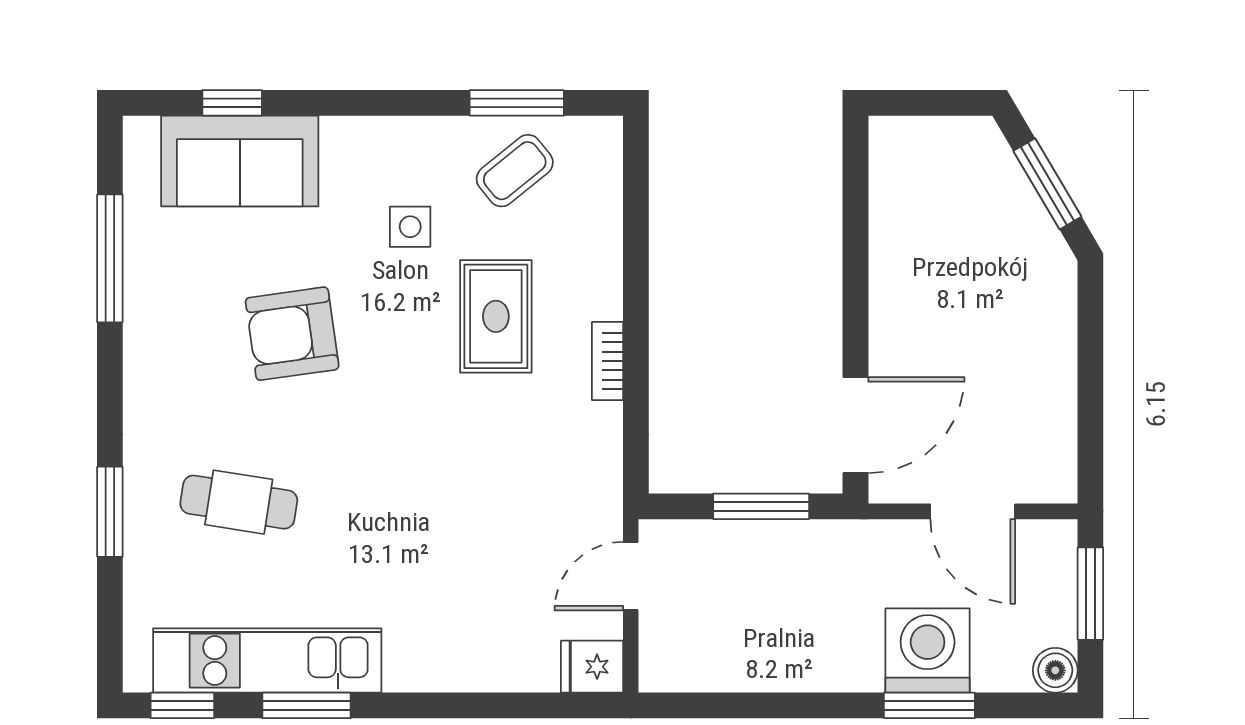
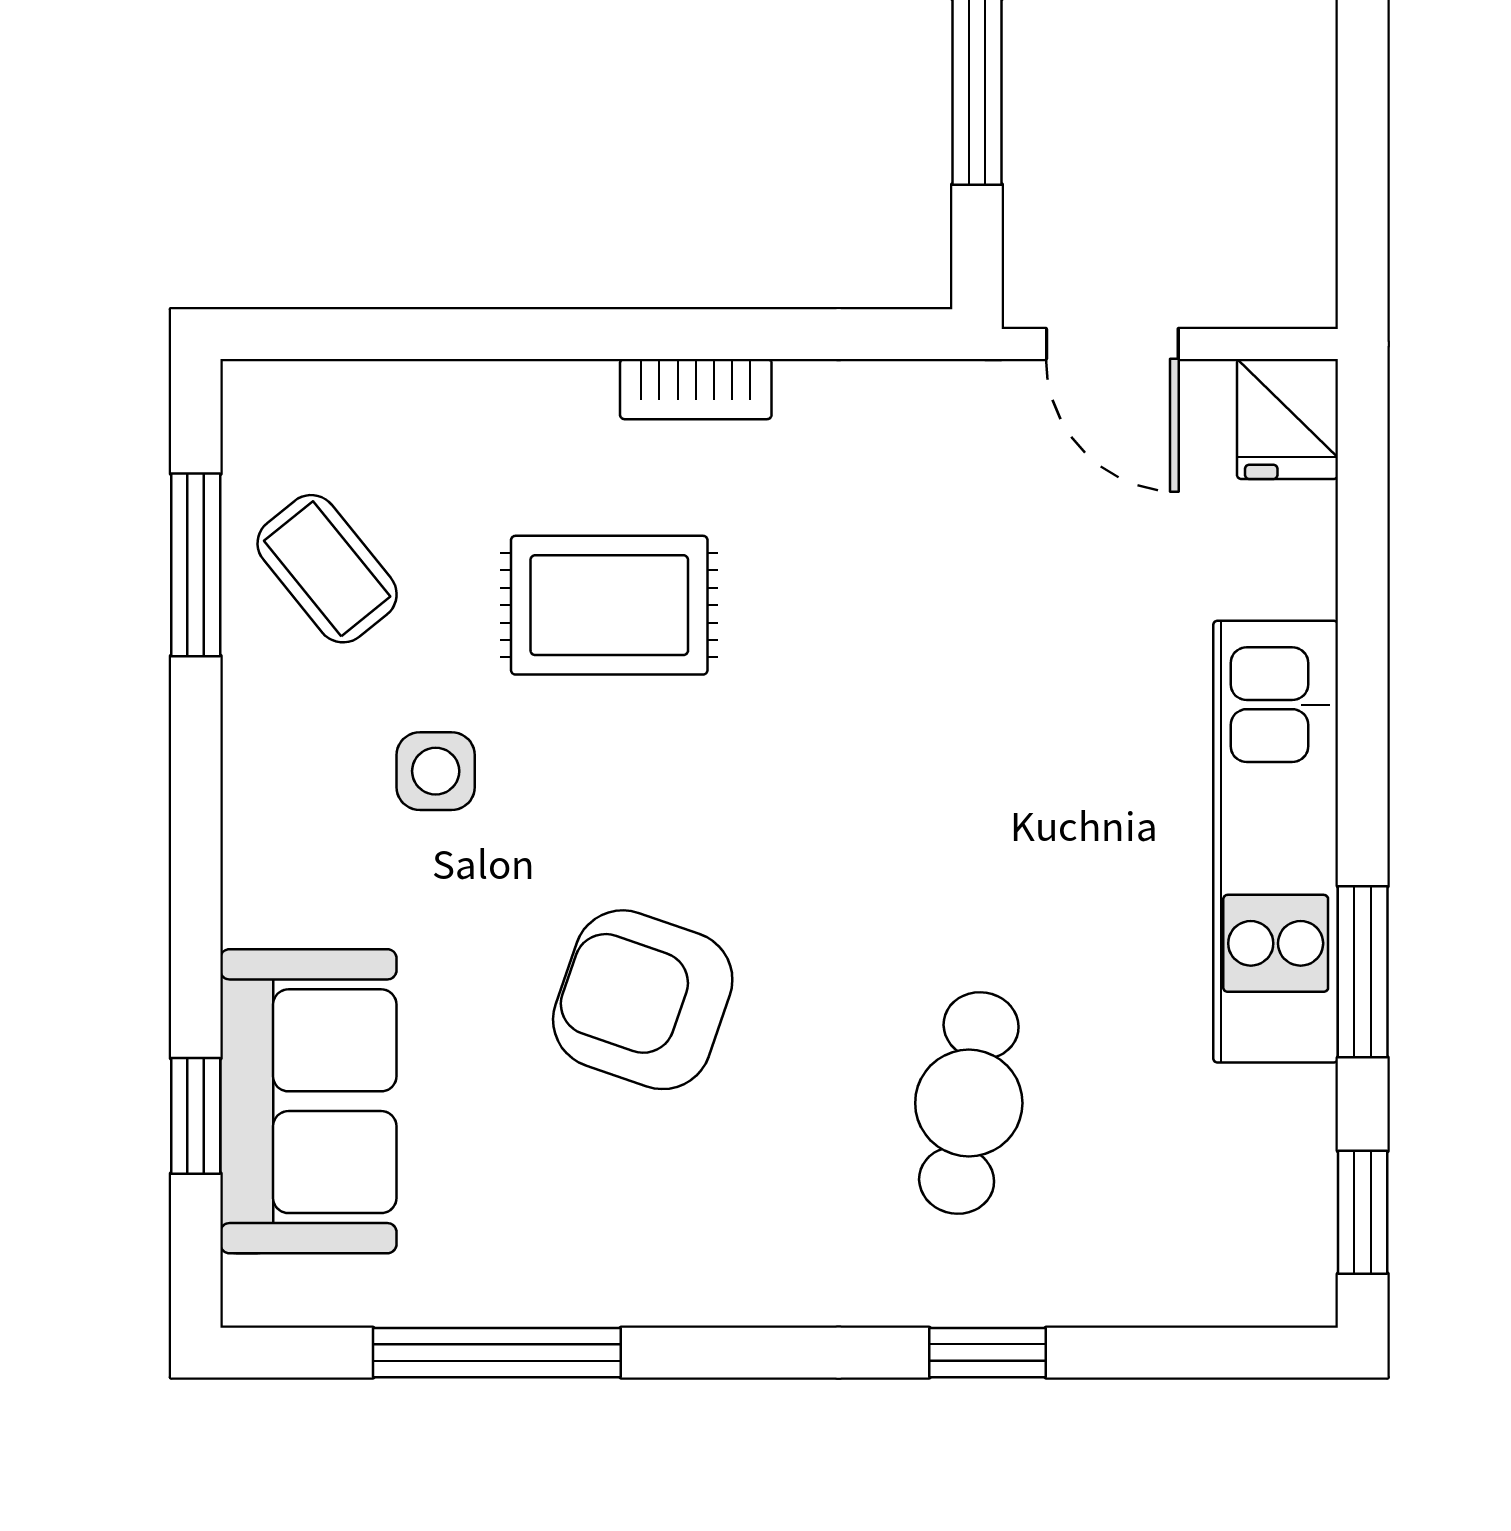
armchair: (292, 334) -> (643, 1000), turned 117
window: (110, 512) -> (988, 1353), width x0.67
kitchen unit: (267, 661) -> (1276, 842), moved

